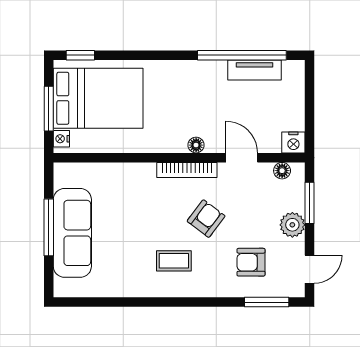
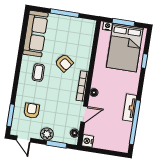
window: (80, 55) -> (144, 61), moved
tv unit: (255, 70) -> (130, 108), moved
armchair: (206, 219) -> (64, 63), moved
sofa: (72, 233) -> (35, 34), moved, turned -90

